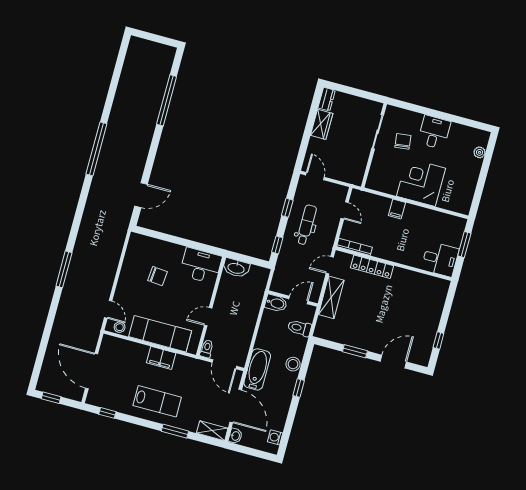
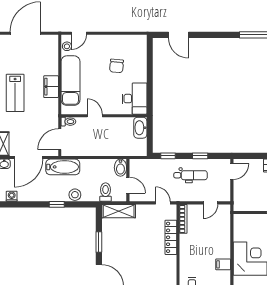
filing cabinet: (397, 209) -> (223, 264), moved
shelving: (331, 297) -> (119, 211), moved

